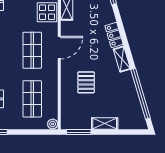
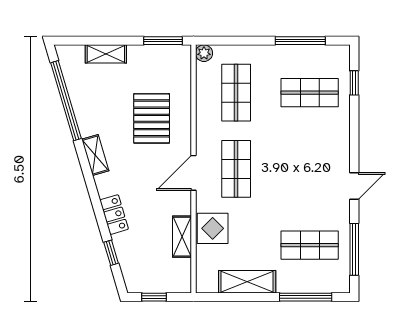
locker: (114, 35) -> (114, 215), moved
pallet: (86, 82) -> (152, 118), width x1.50, depth x1.42
shelving: (105, 124) -> (106, 54), moved

